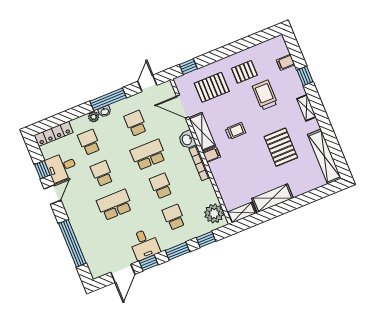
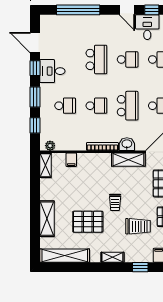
trolley: (235, 131) -> (115, 202), moved
filing cabinet: (212, 155) -> (71, 160), moved
shelving: (272, 198) -> (47, 219), moved
plant: (214, 213) -> (50, 146), width x0.53, depth x0.53

